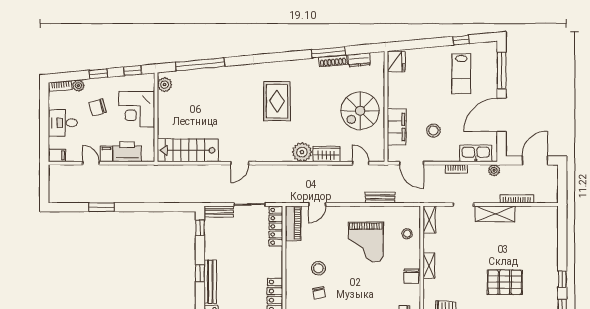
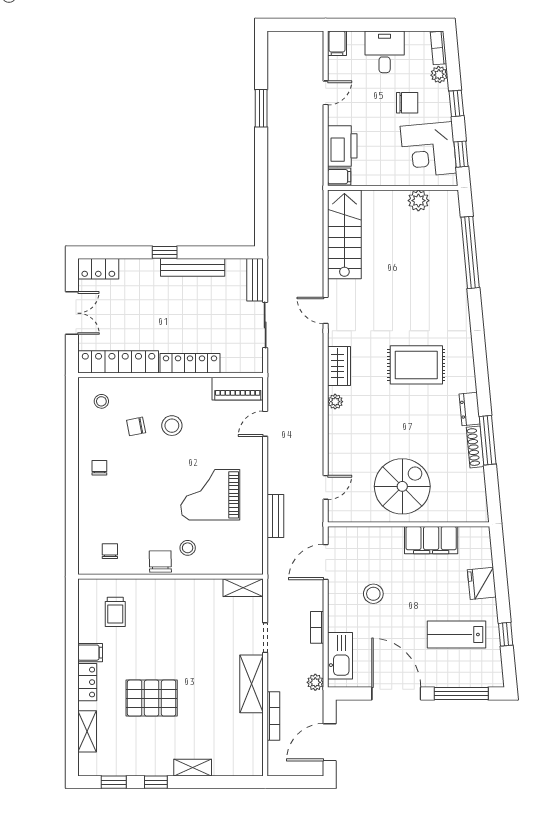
dresser: (359, 60) -> (470, 409), moved
fridge: (396, 61) -> (482, 583), moved, turned 85
plant: (165, 85) -> (418, 201), moved
chair: (98, 107) -> (407, 103), turned 106
corner desk: (137, 109) -> (428, 150), moved, turned -95
spiral stairs: (360, 111) -> (402, 486), turned 90
filing cabinet: (397, 127) -> (431, 540), moved
plant: (302, 152) -> (335, 402), width x0.53, depth x0.53
filing cabinet: (106, 154) -> (339, 177), moved
wardrobe: (326, 154) -> (339, 366), moved
door: (535, 160) -> (330, 742), swing flipped
door: (317, 204) -> (265, 424), hinge flipped
locker: (276, 226) -> (190, 363), moved
window: (200, 228) -> (231, 252), removed
stool: (407, 234) -> (188, 548), moved
shelving: (429, 266) -> (193, 768), moved
chair: (411, 276) -> (160, 561), turned 89
bench: (210, 282) -> (193, 267), moved
pallet: (505, 282) -> (152, 698), turned 90

